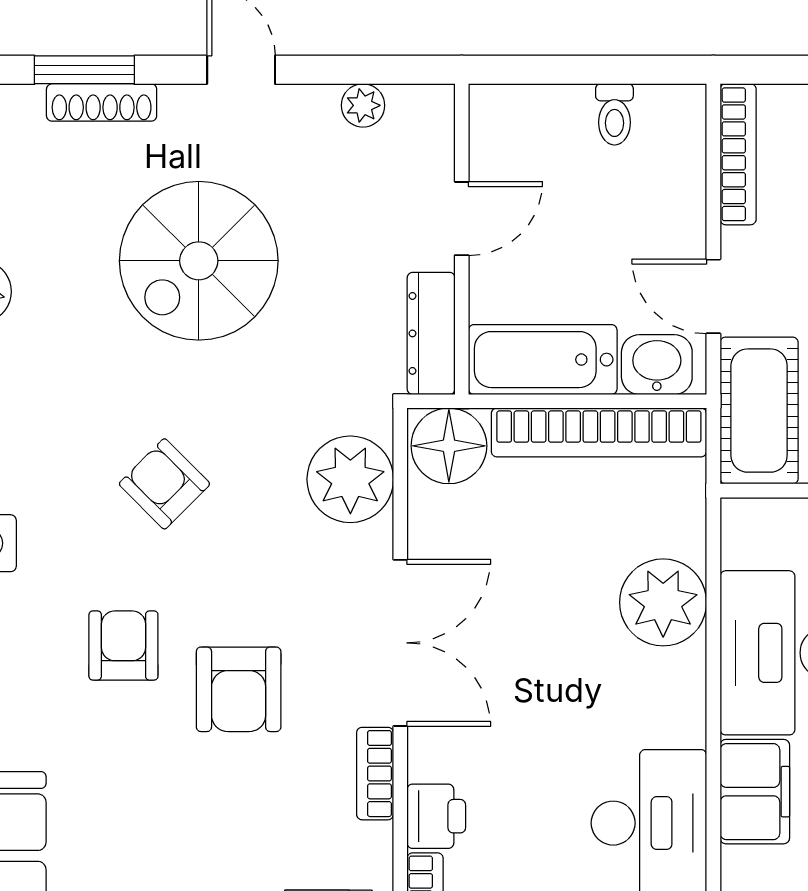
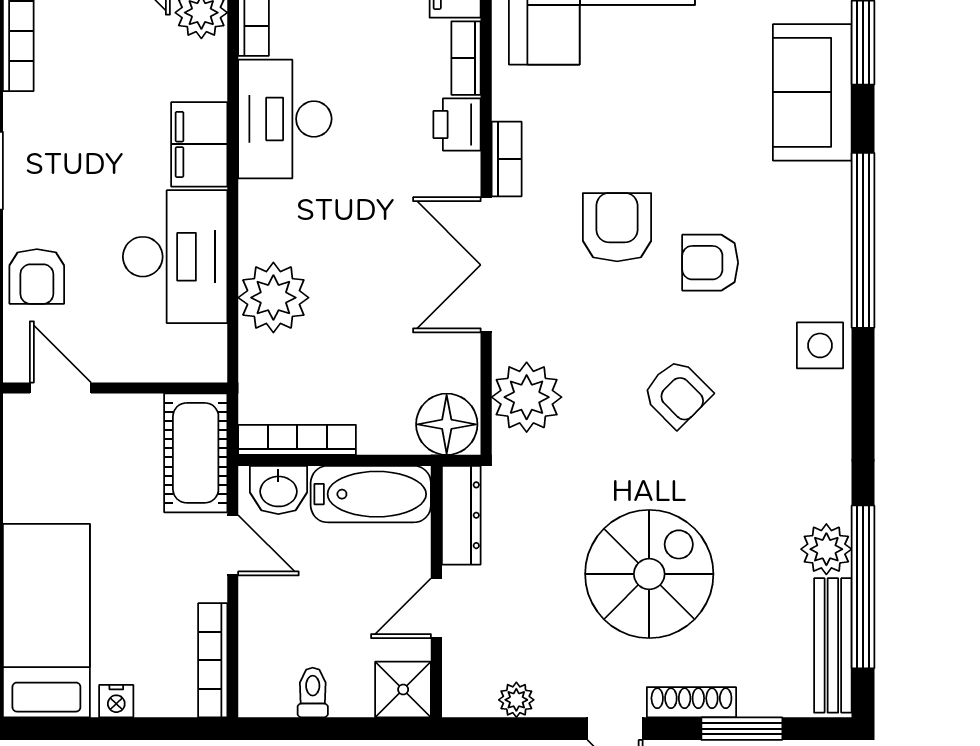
shoe rack: (102, 102) -> (691, 702), moved
shower: (503, 118) -> (403, 690), added
bookcase: (599, 432) -> (297, 440), width x0.68, depth x0.76
armchair: (123, 646) -> (710, 263), turned 90

